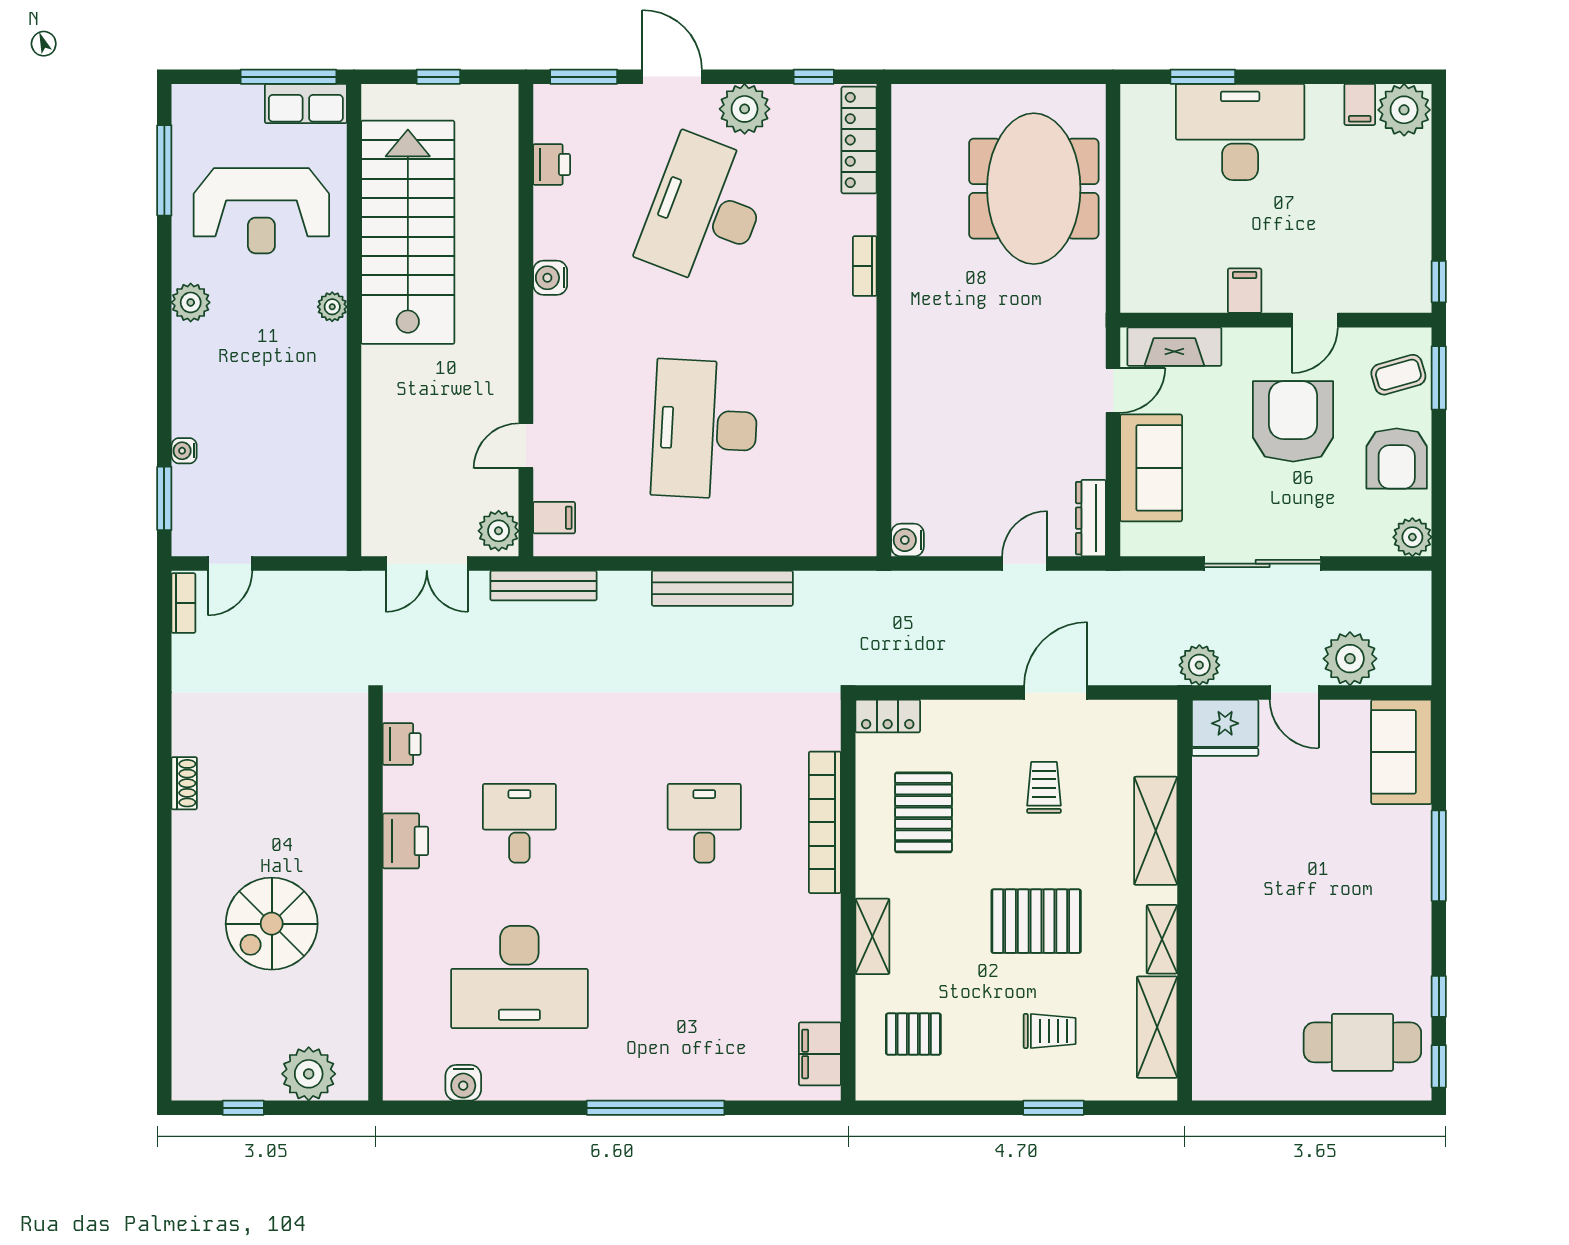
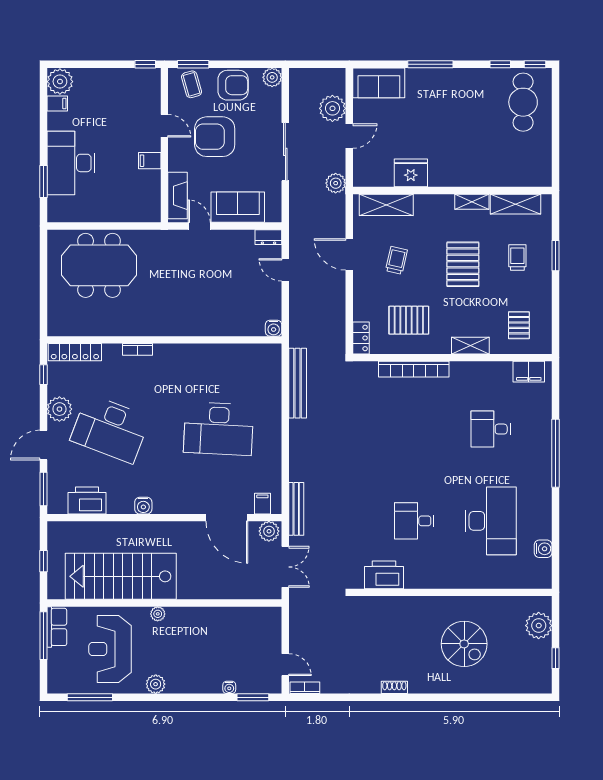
printer: (552, 164) -> (87, 500), width x1.87, depth x1.48
reception desk: (261, 211) -> (110, 649), turned 180
door: (526, 446) -> (227, 518), width x1.87
dresser: (1091, 518) -> (268, 237), width x0.70
bench: (722, 588) -> (298, 383), moved
fridge: (1225, 728) -> (411, 173), moved, turned -90
printer: (402, 744) -> (384, 575), width x1.87, depth x1.48
trolley: (1044, 787) -> (396, 260), turned 103
desk: (704, 823) -> (491, 429), moved
shelving: (1156, 831) -> (386, 205), moved
printer: (405, 841) -> (423, 577), removed

